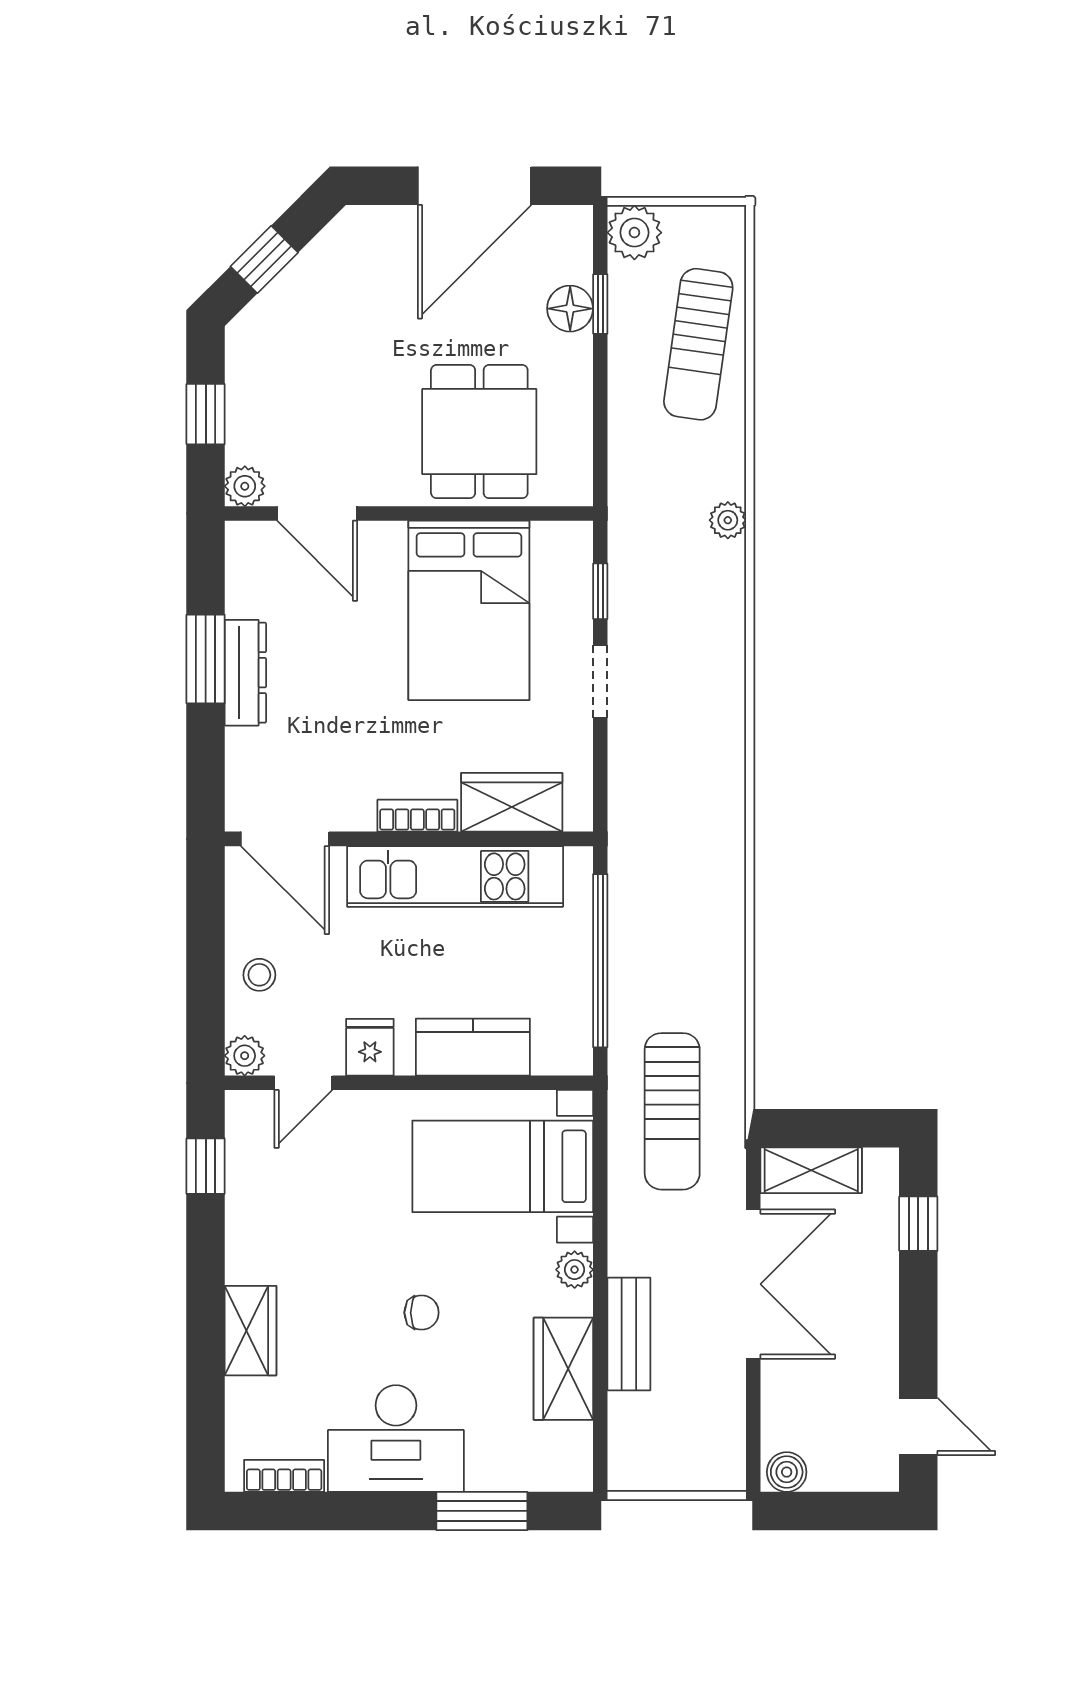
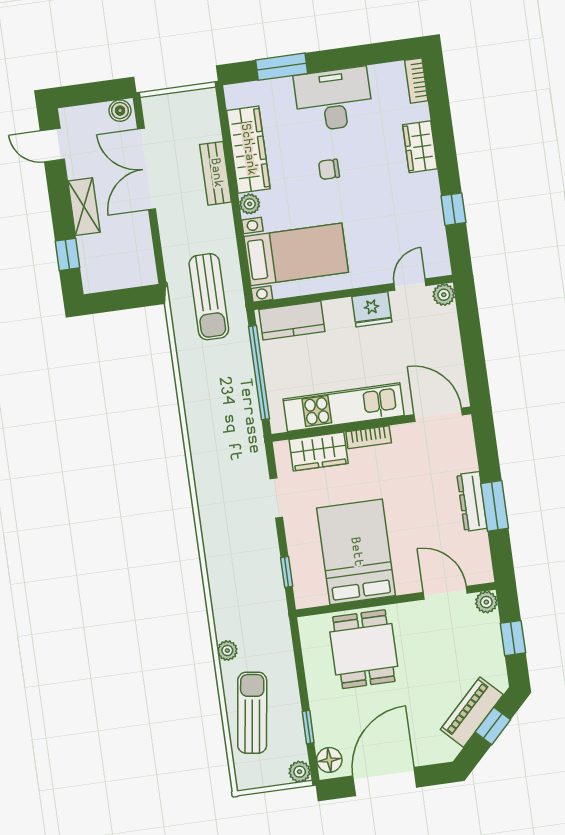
plant: (634, 233) -> (300, 772), width x0.73, depth x0.73
piano: (299, 290) -> (472, 712), added
floor lamp: (570, 309) -> (329, 760), moved
plant: (728, 520) -> (227, 651), moved
doorway: (600, 682) -> (276, 498), moved
stool: (259, 975) -> (442, 339), removed
fridge: (370, 1047) -> (372, 309), width x1.38
kitchen counter: (473, 1047) -> (292, 320), moved
sun lounger: (672, 1111) -> (209, 297), turned 180
window: (206, 1166) -> (453, 209), moved
shelving: (811, 1170) -> (84, 207), moved, turned 90
double door: (753, 1284) -> (146, 169), moved
wardrobe: (563, 1369) -> (248, 150), width x1.50
bookcase: (284, 1476) -> (416, 81), moved, turned 90

